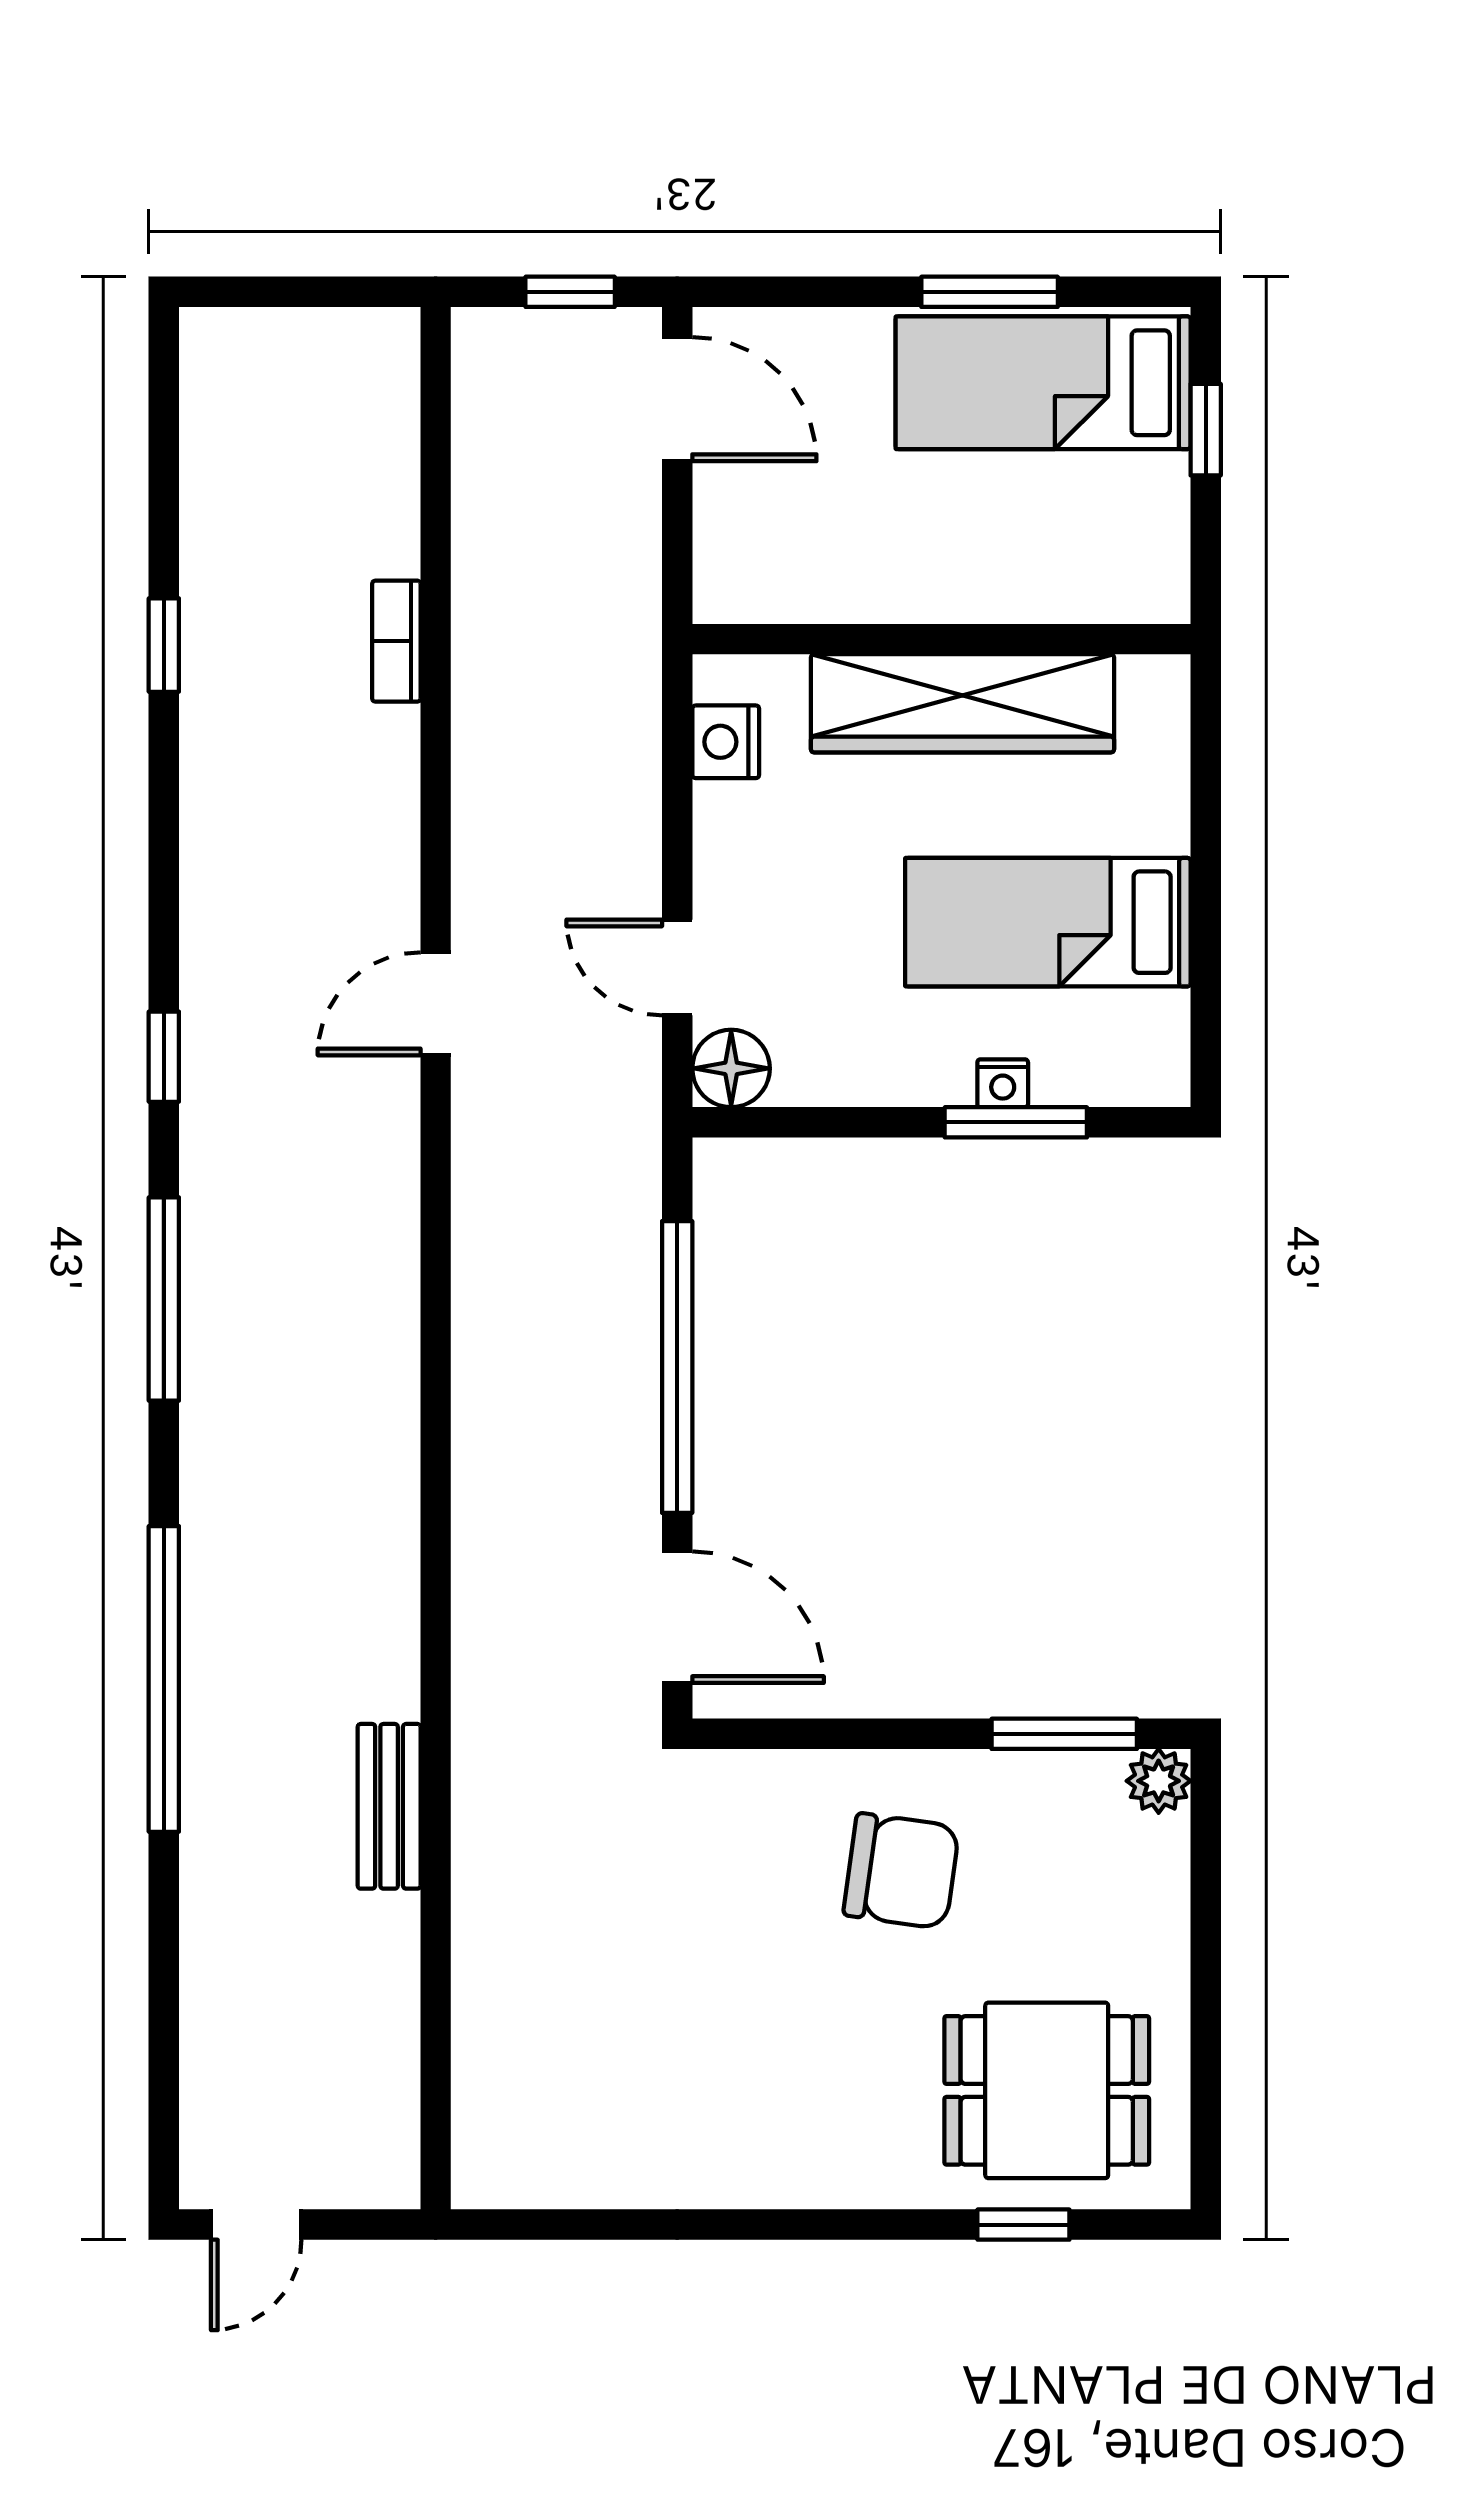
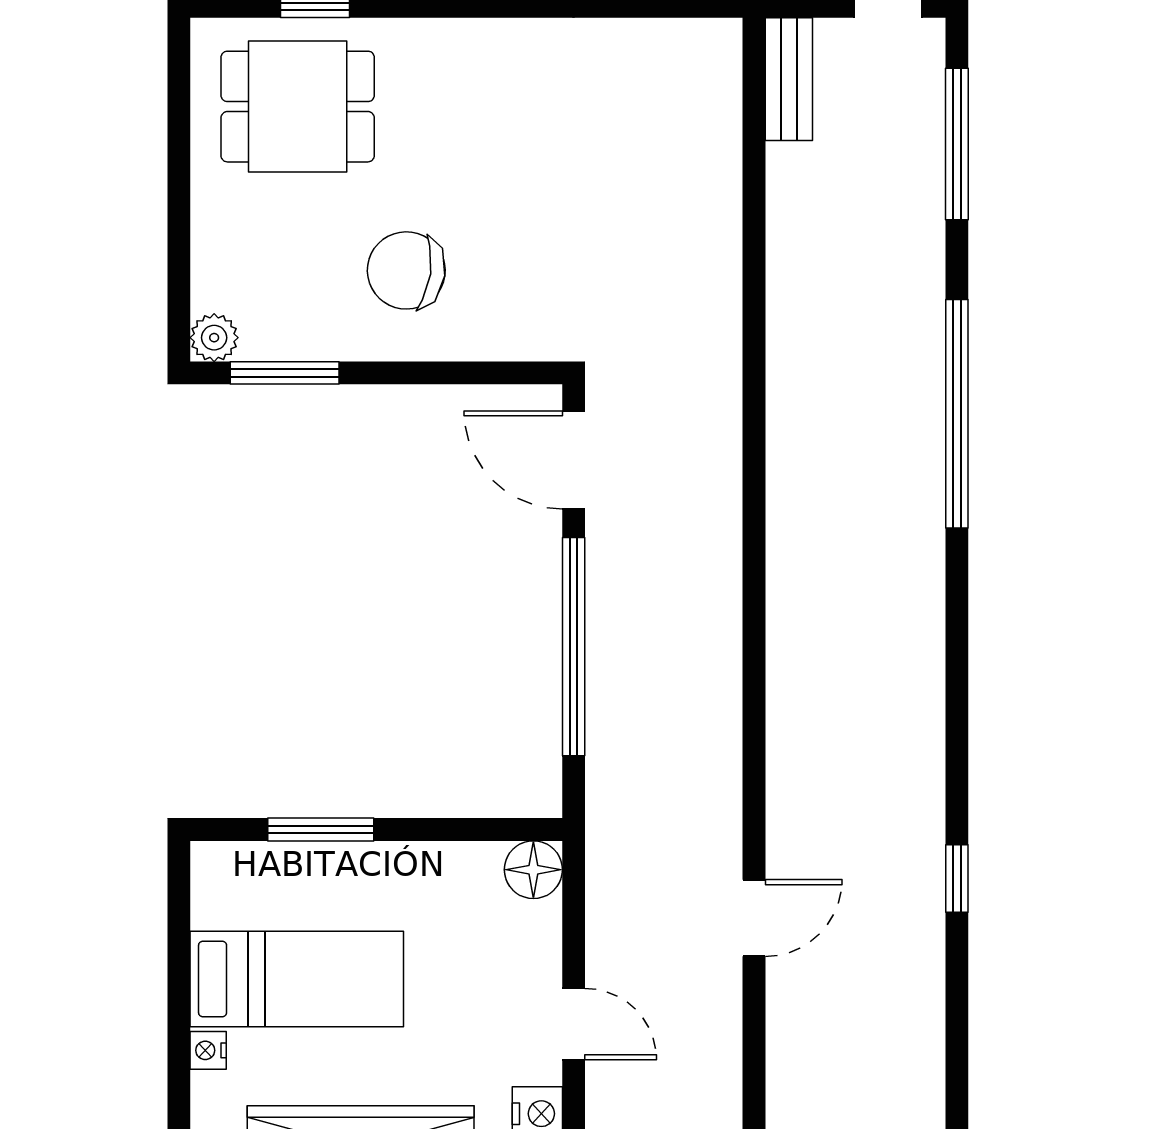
door: (677, 967) -> (574, 1024), moved
nightstand: (1003, 1083) -> (208, 1050), moved, turned -90
window: (164, 1299) -> (957, 144), moved
bench: (389, 1806) -> (789, 79), moved

